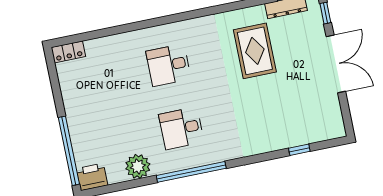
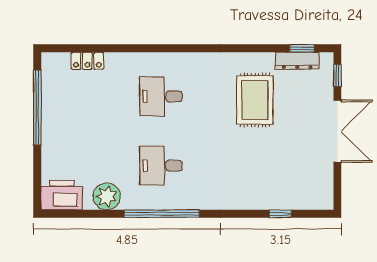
locker: (68, 52) -> (87, 61), moved
window: (69, 151) -> (37, 108), moved
printer: (92, 177) -> (62, 195), width x1.37, depth x1.19

